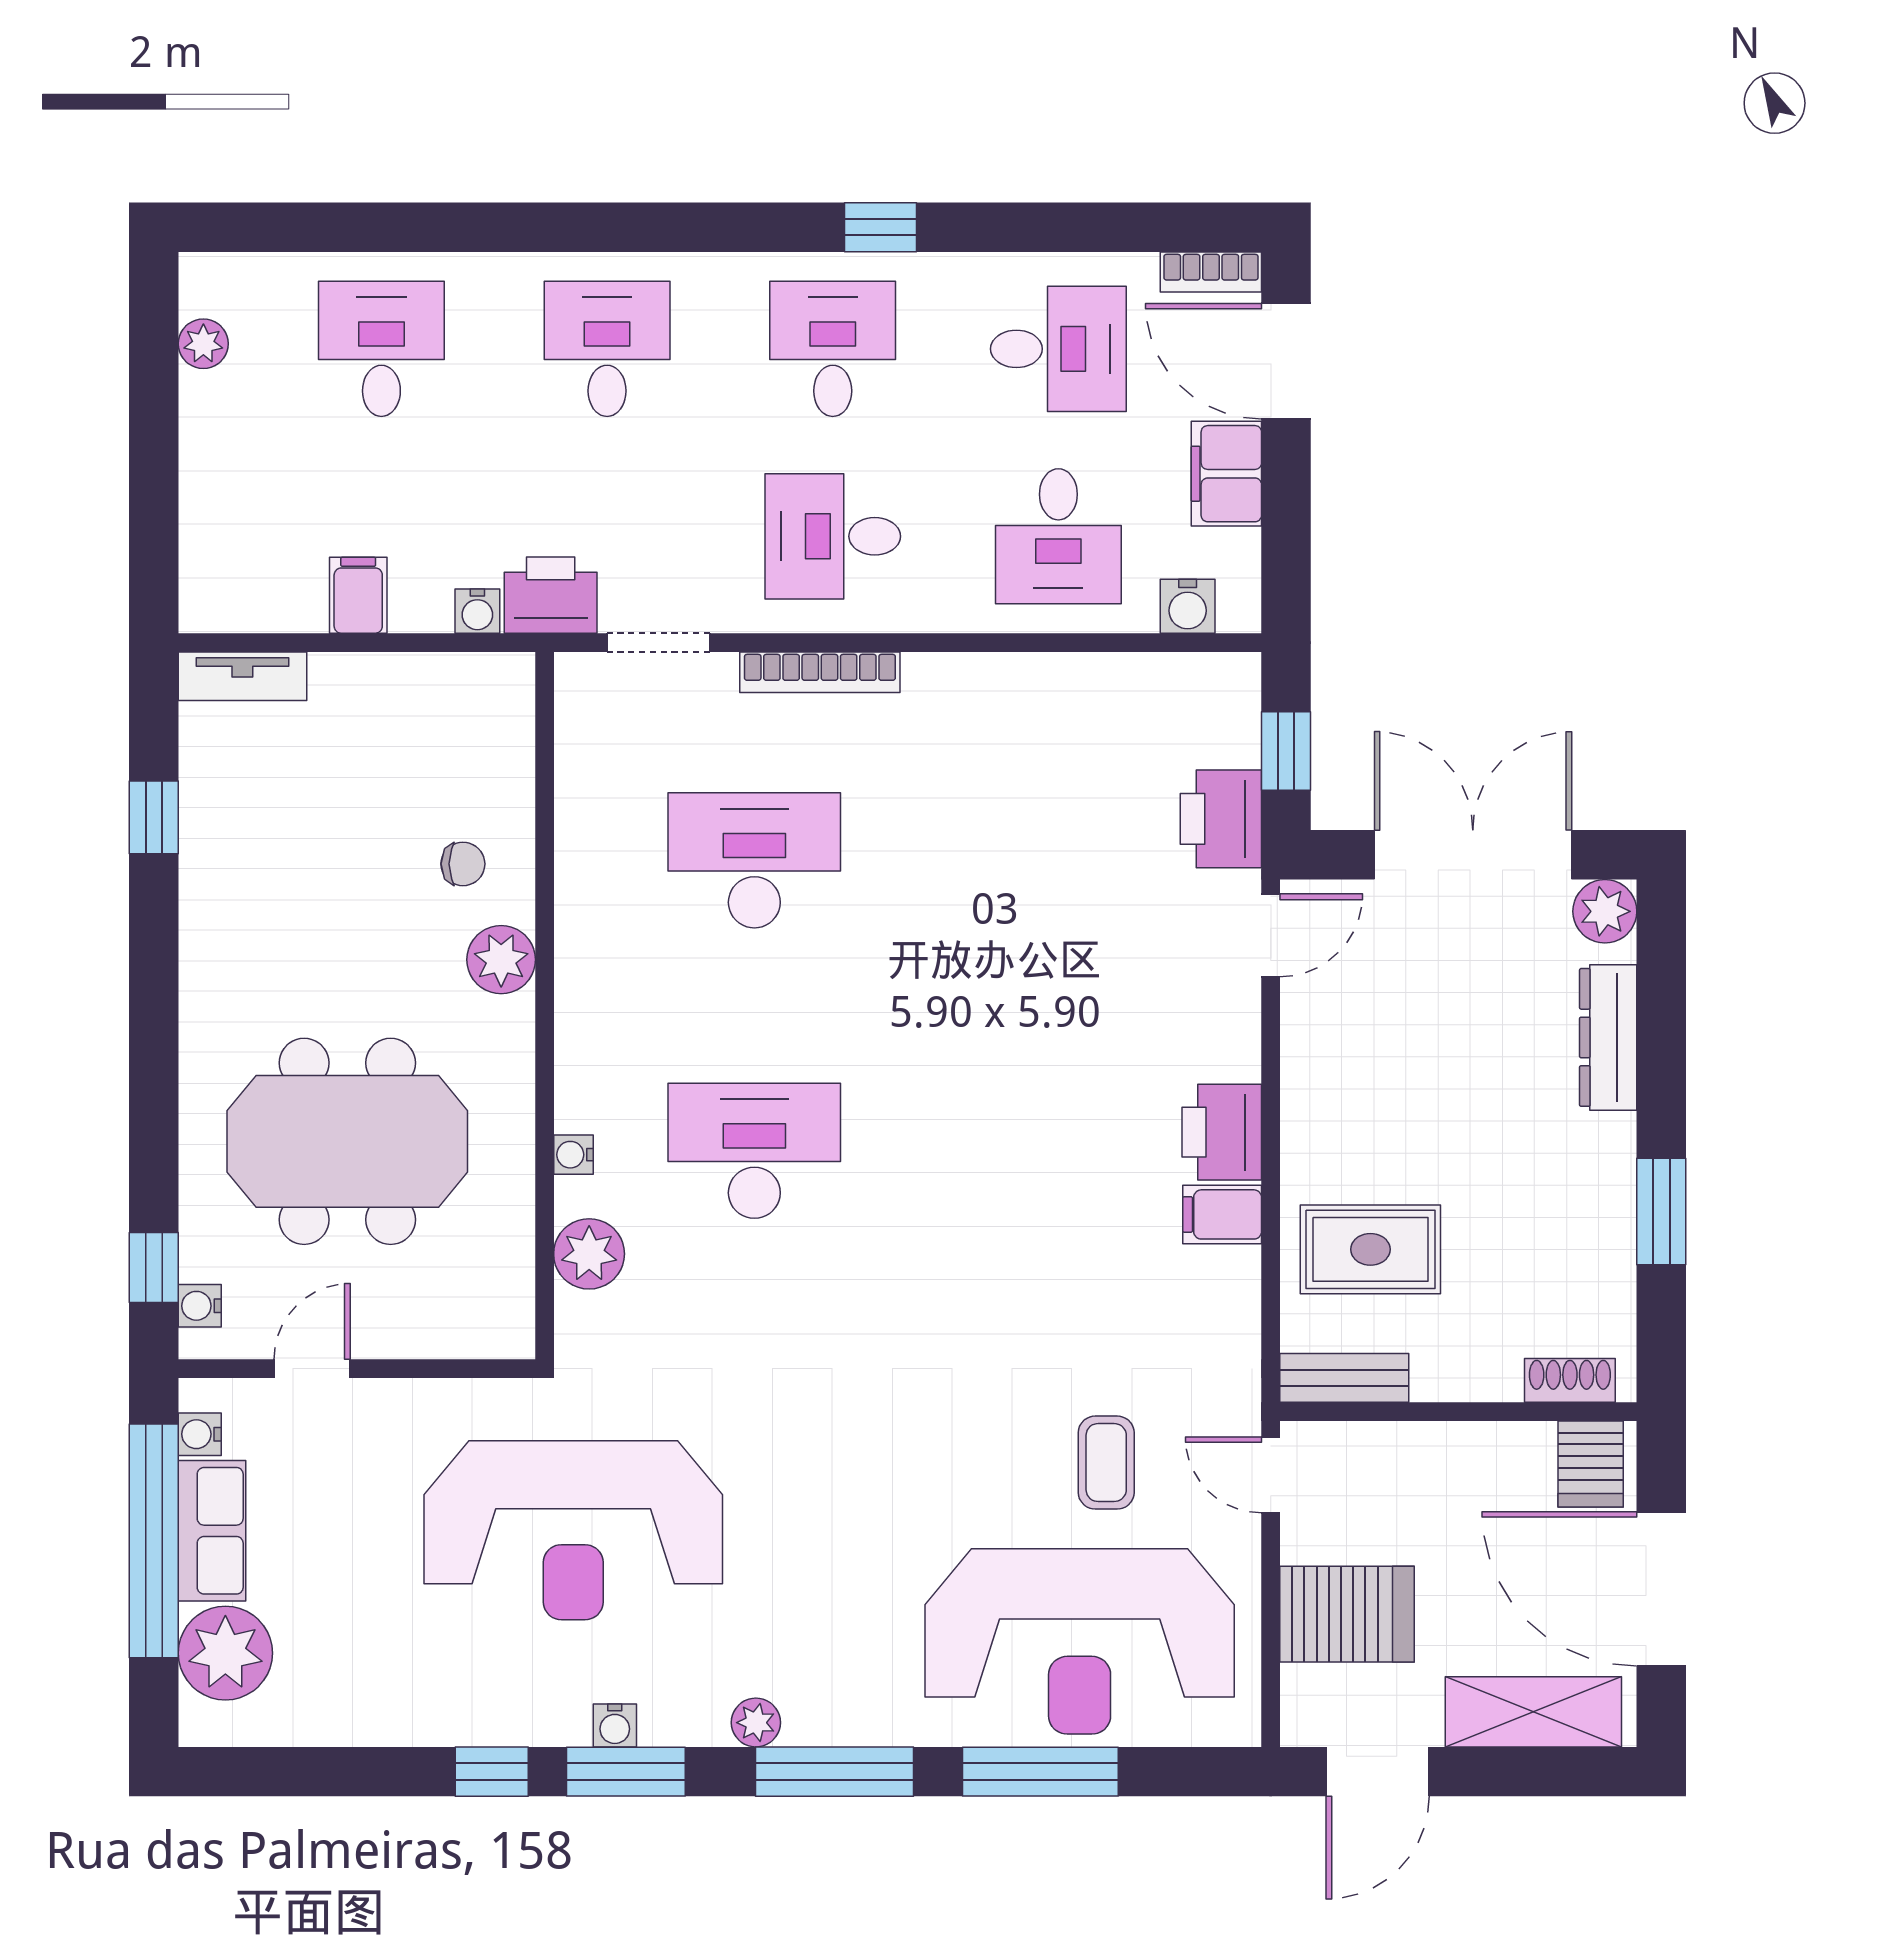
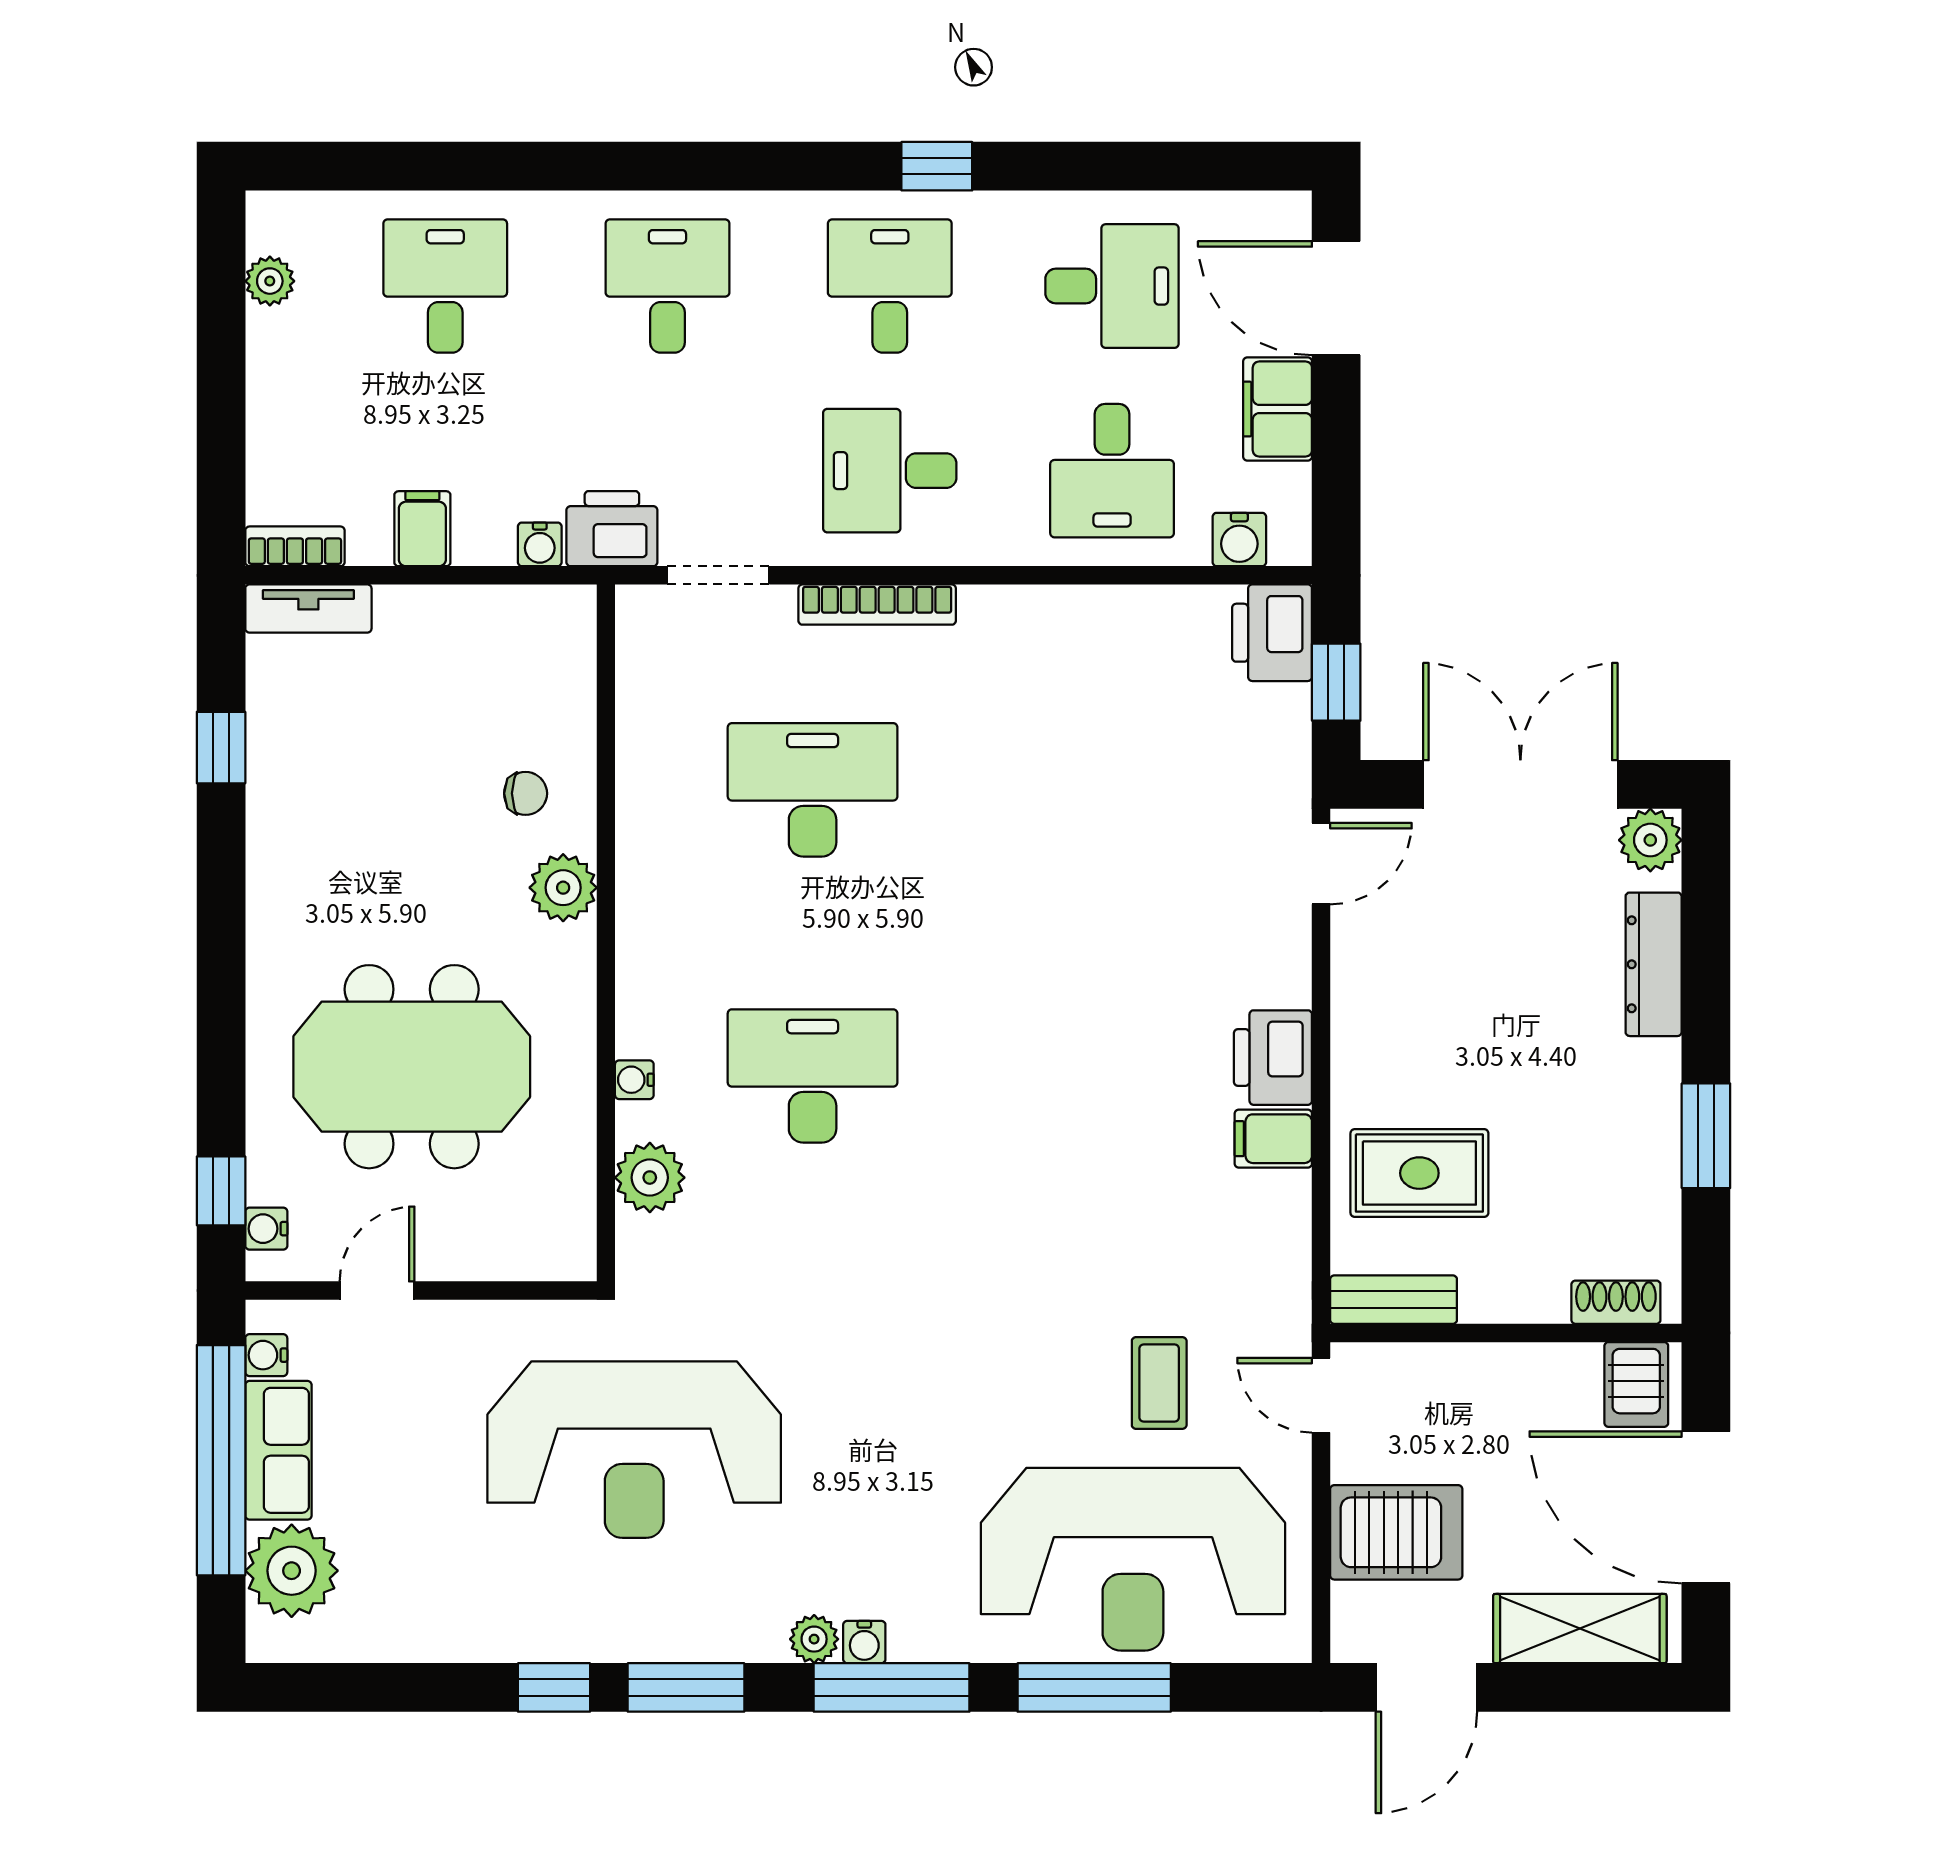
bookcase: (1211, 272) -> (295, 546), moved, turned 180
printer: (1221, 819) -> (1272, 633), moved
water cooler: (615, 1725) -> (864, 1642), moved

